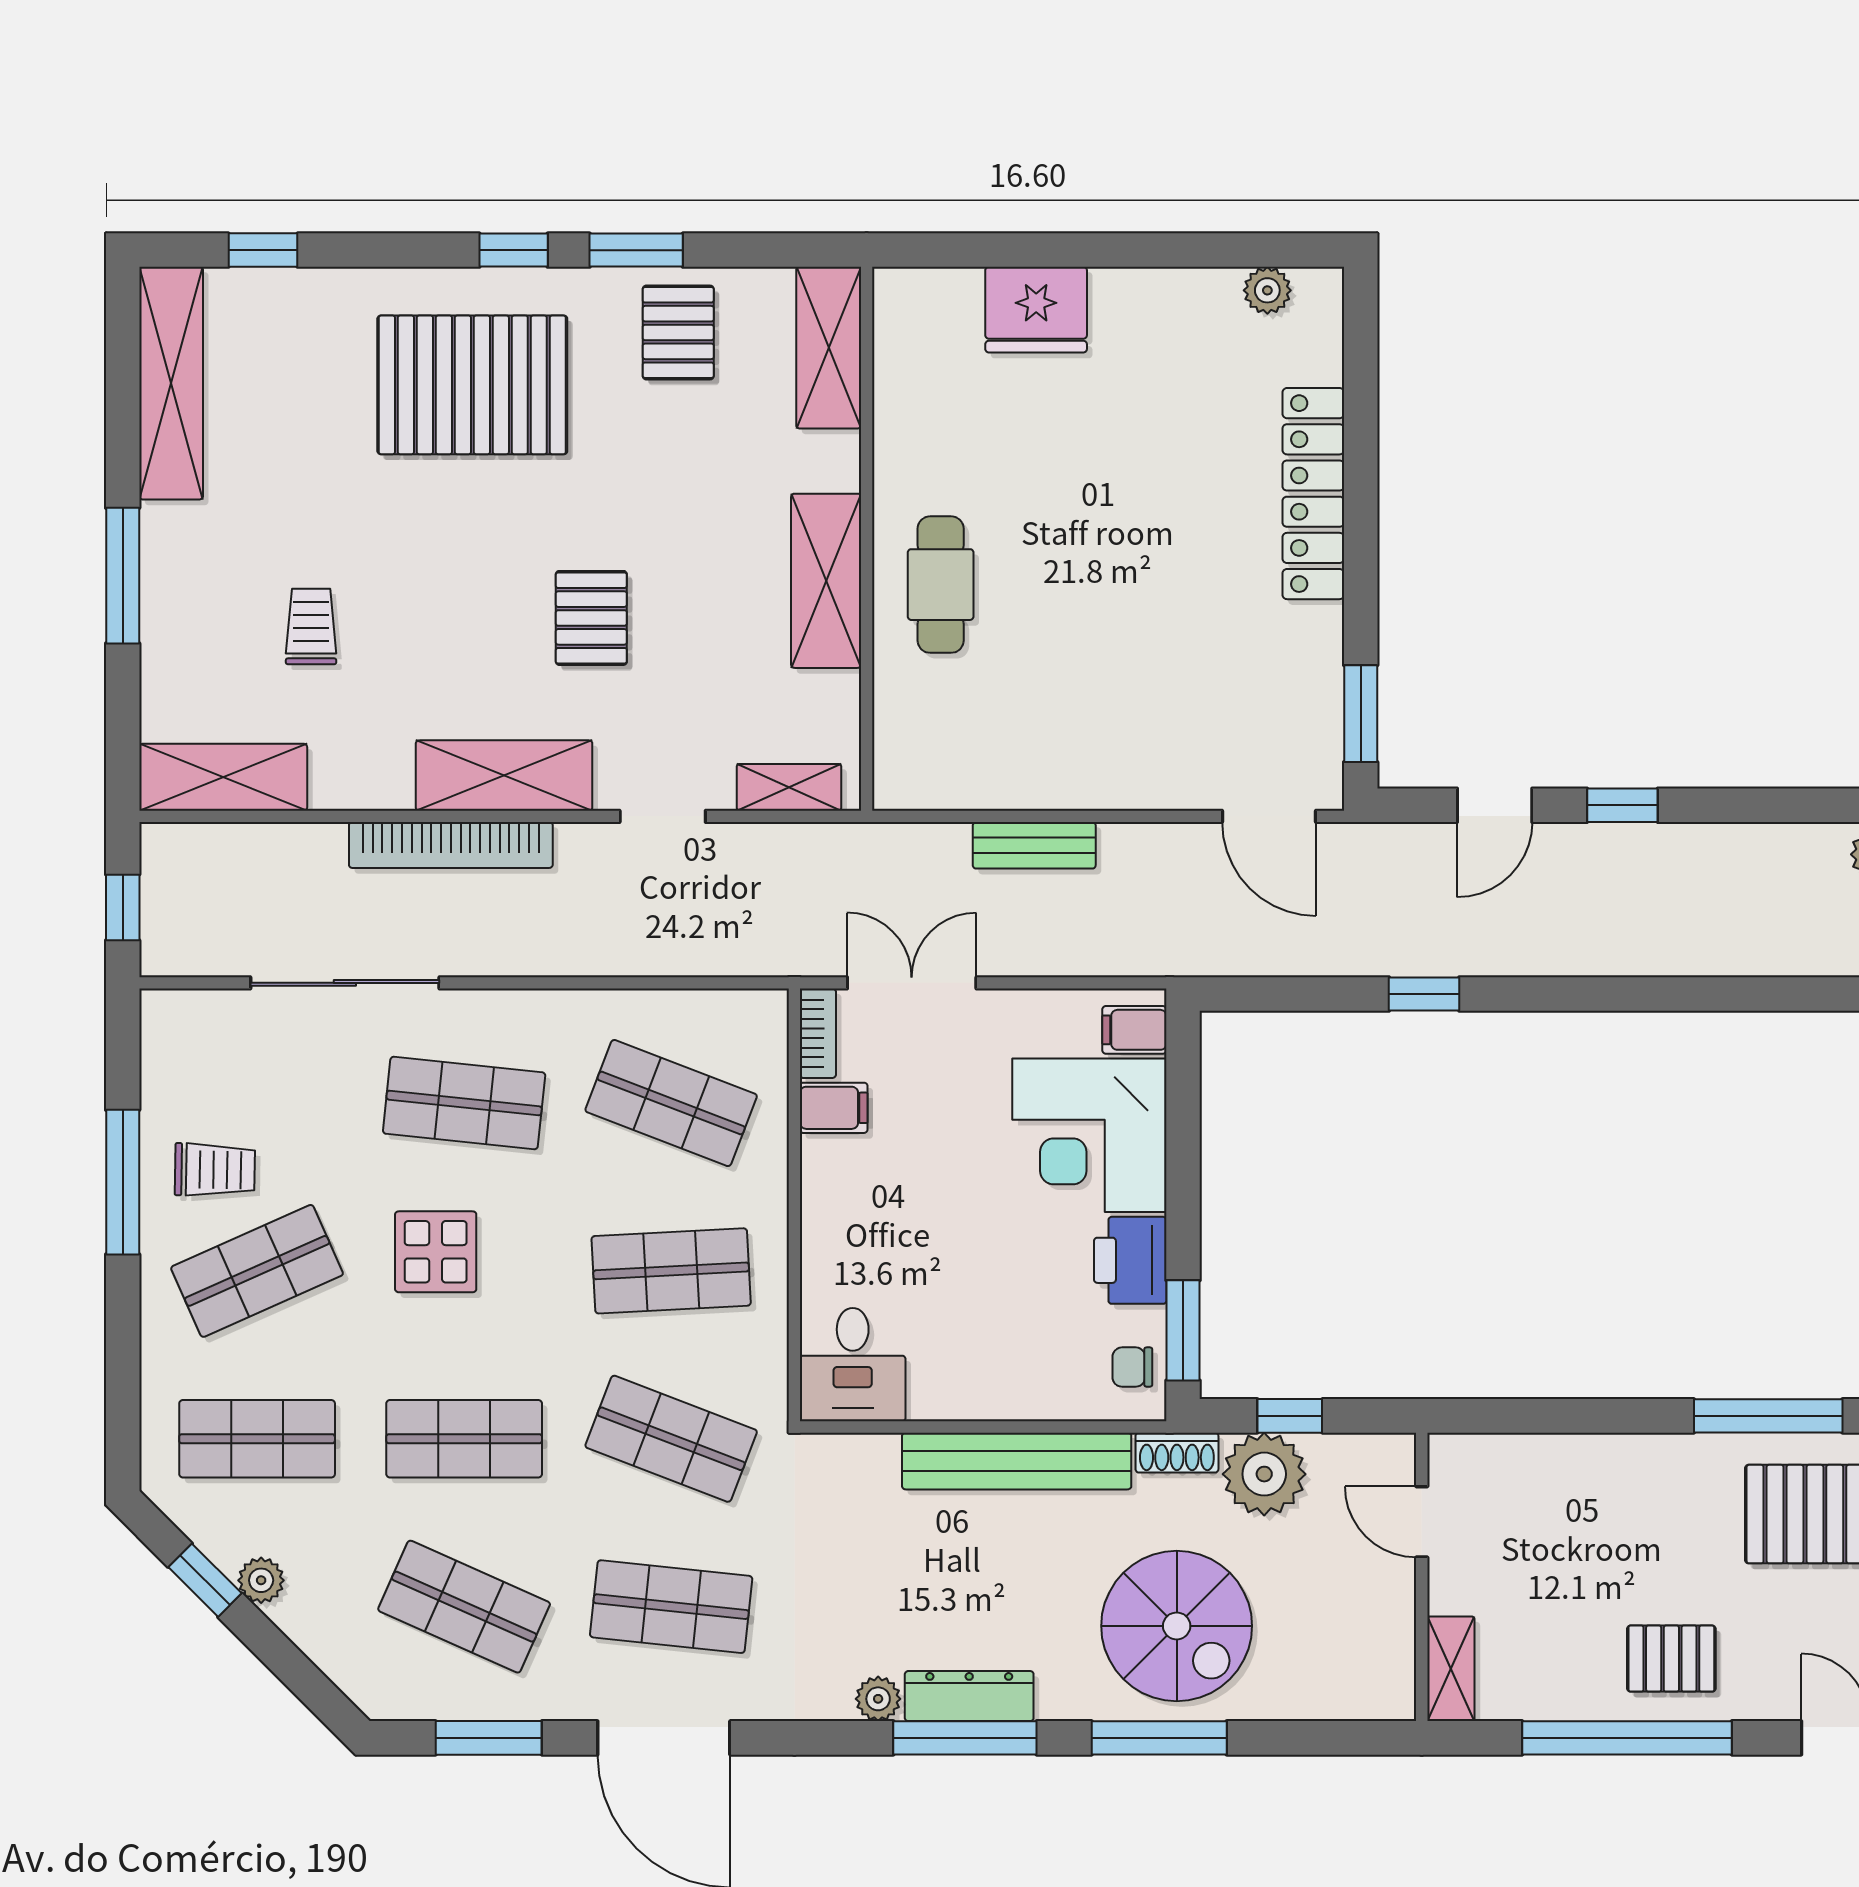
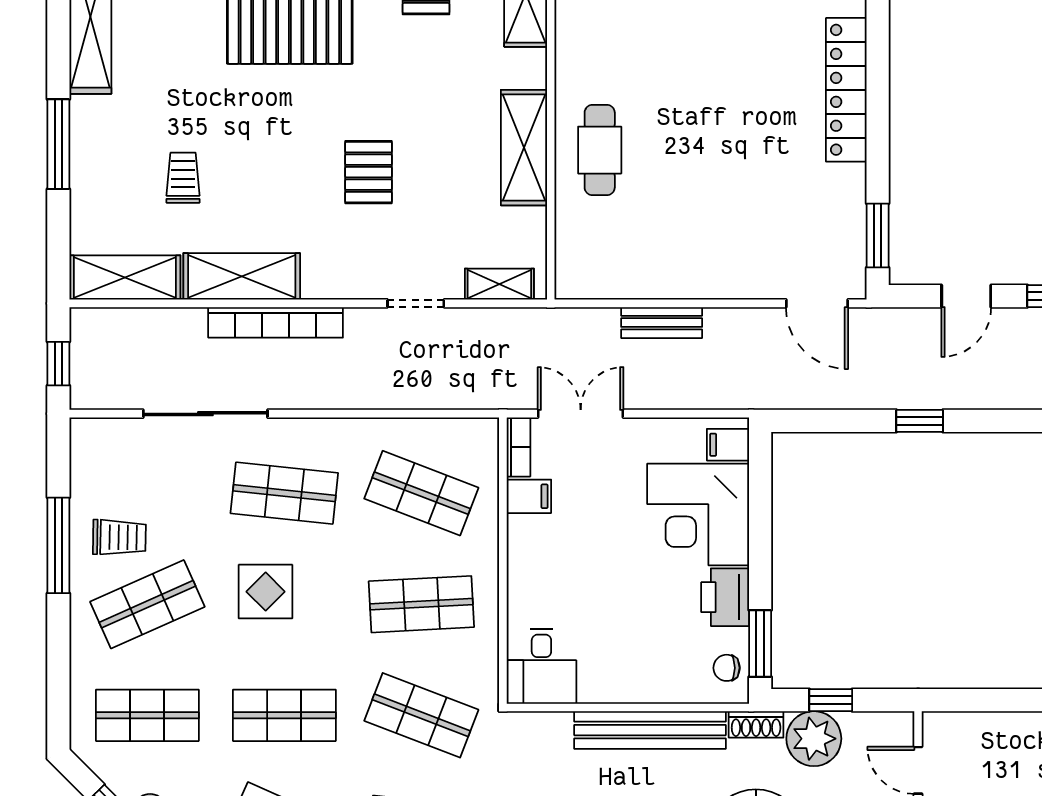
shelving: (504, 775) -> (242, 276), moved

